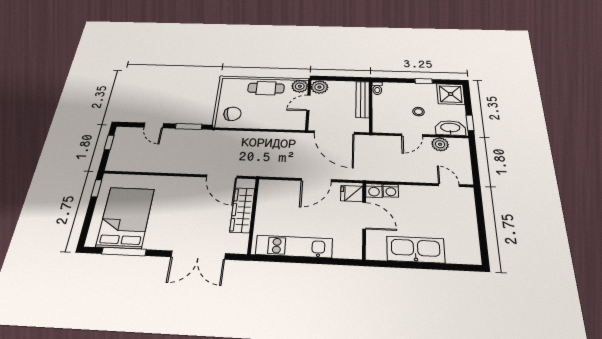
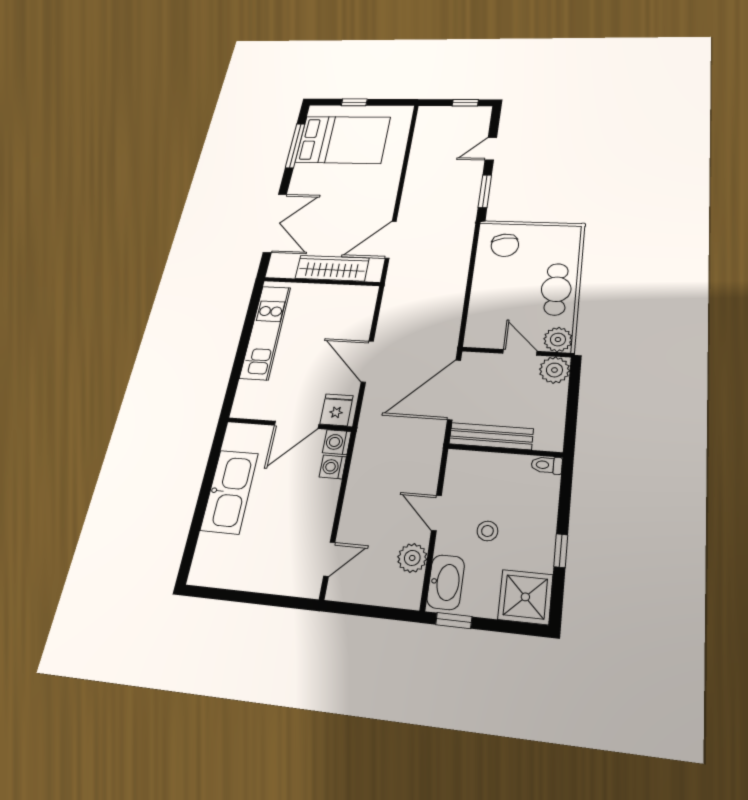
bench: (363, 99) -> (491, 436), moved
window: (97, 188) -> (354, 102), moved
double door: (198, 255) -> (275, 223), swing flipped

